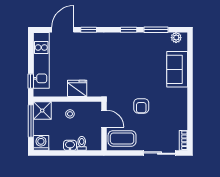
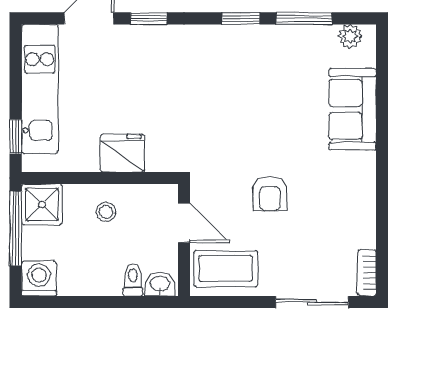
washbasin: (70, 145) -> (160, 284), moved

